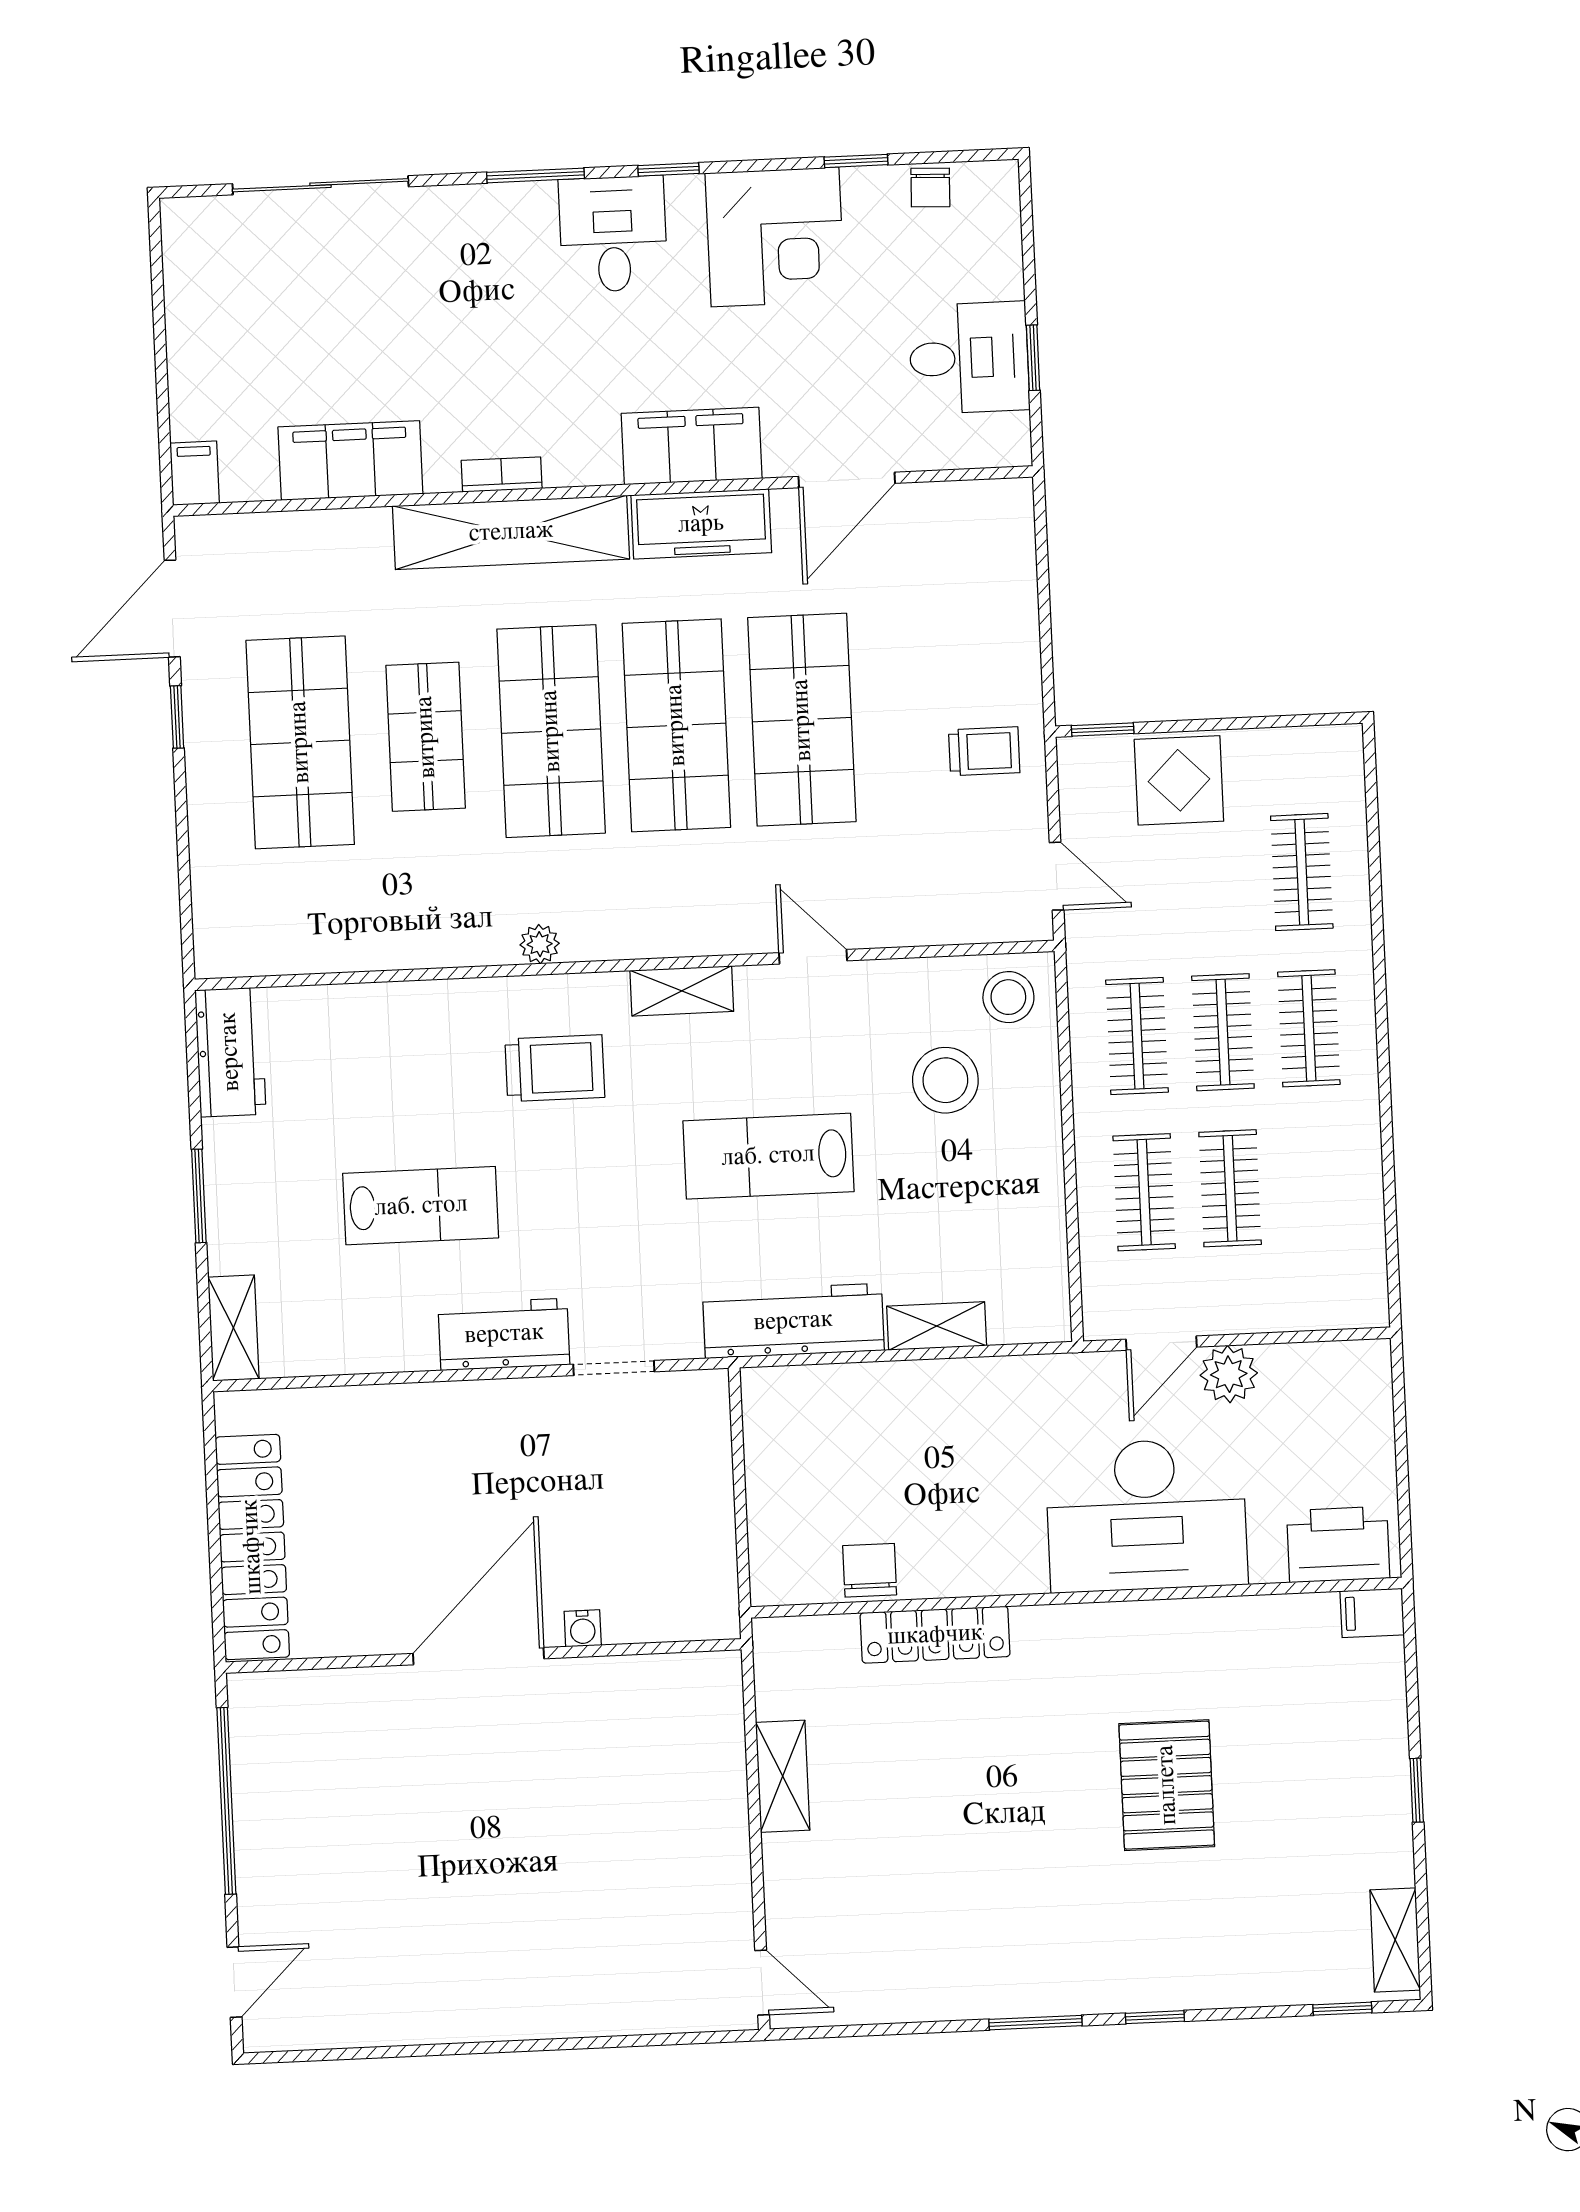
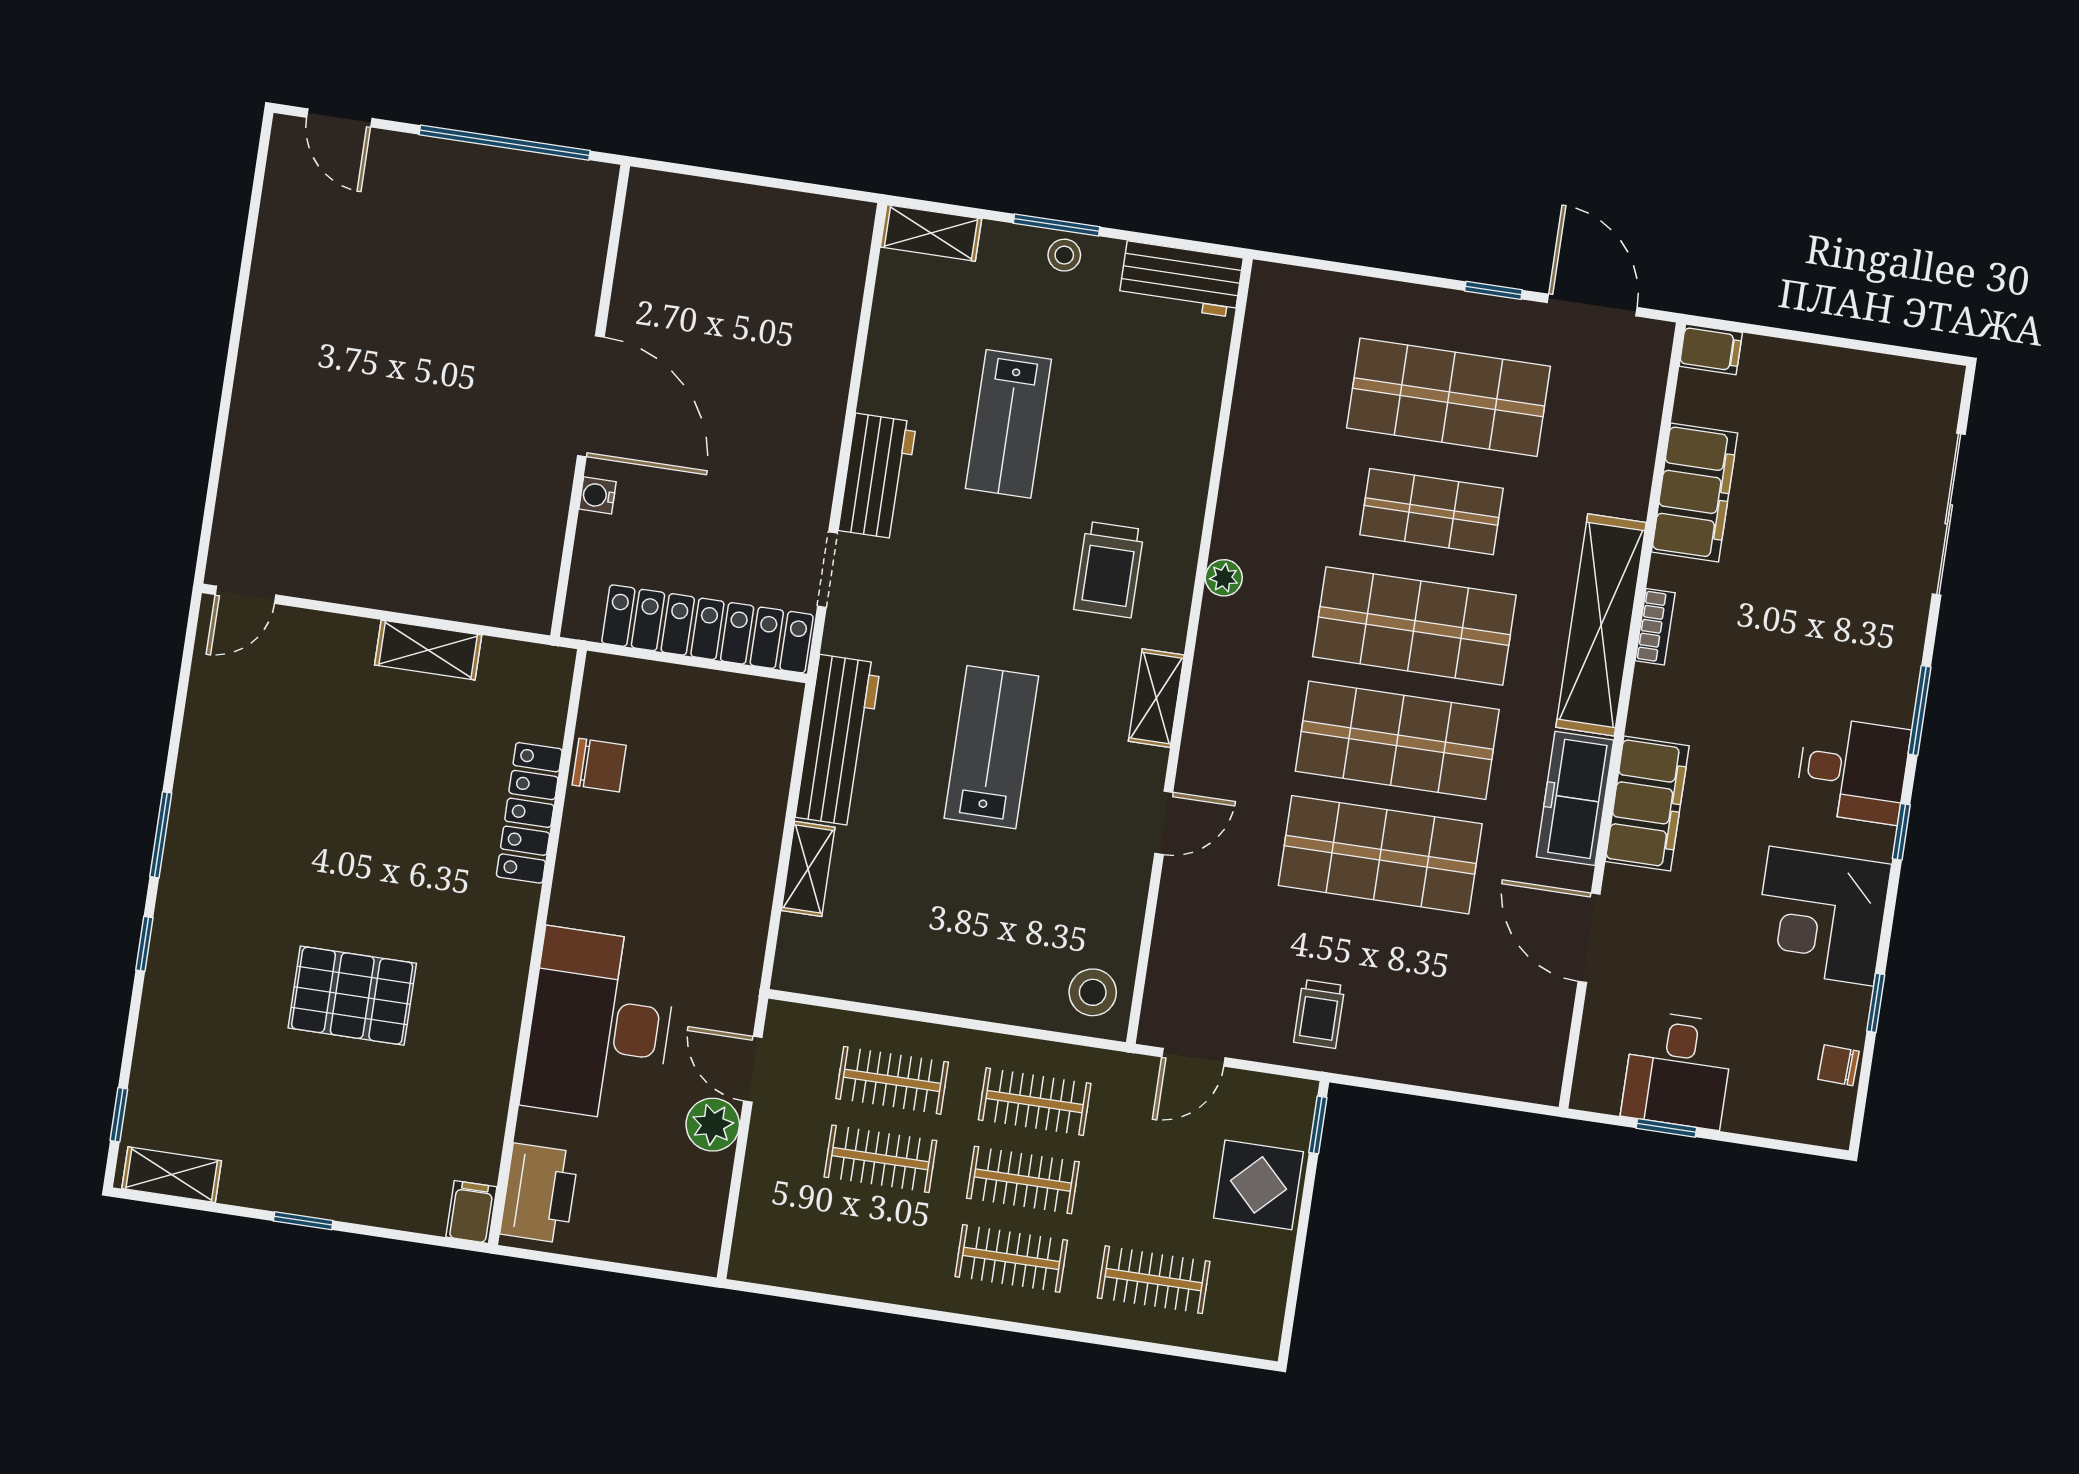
stool: (945, 1080) -> (1064, 255), moved, width x0.53, depth x0.53
locker: (252, 1547) -> (707, 629), moved, turned 180

